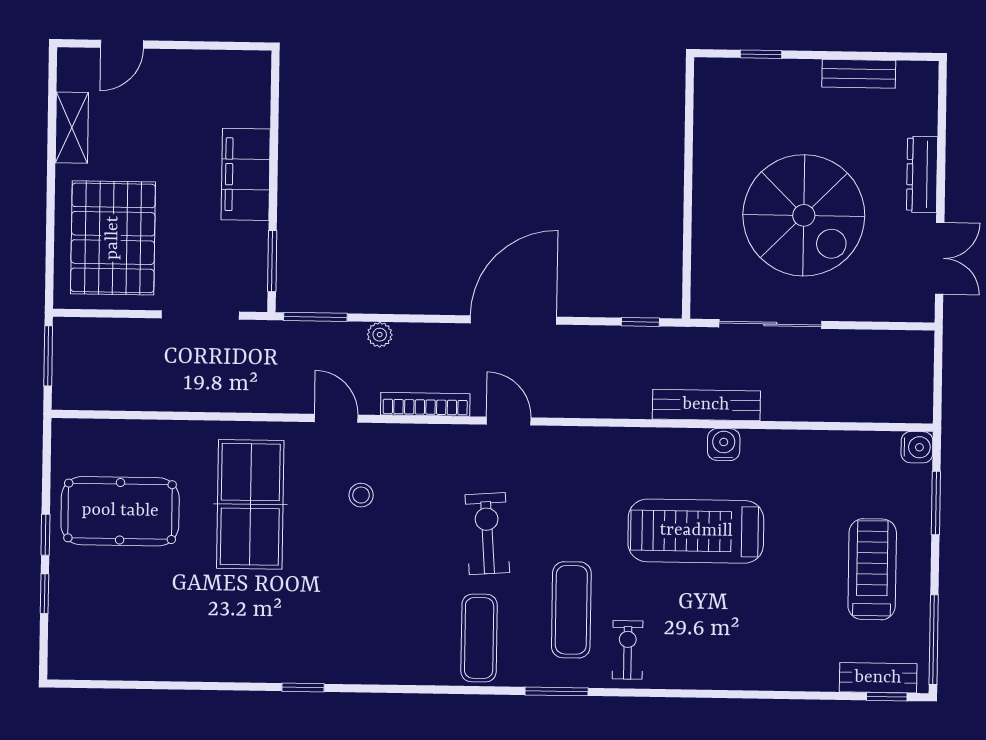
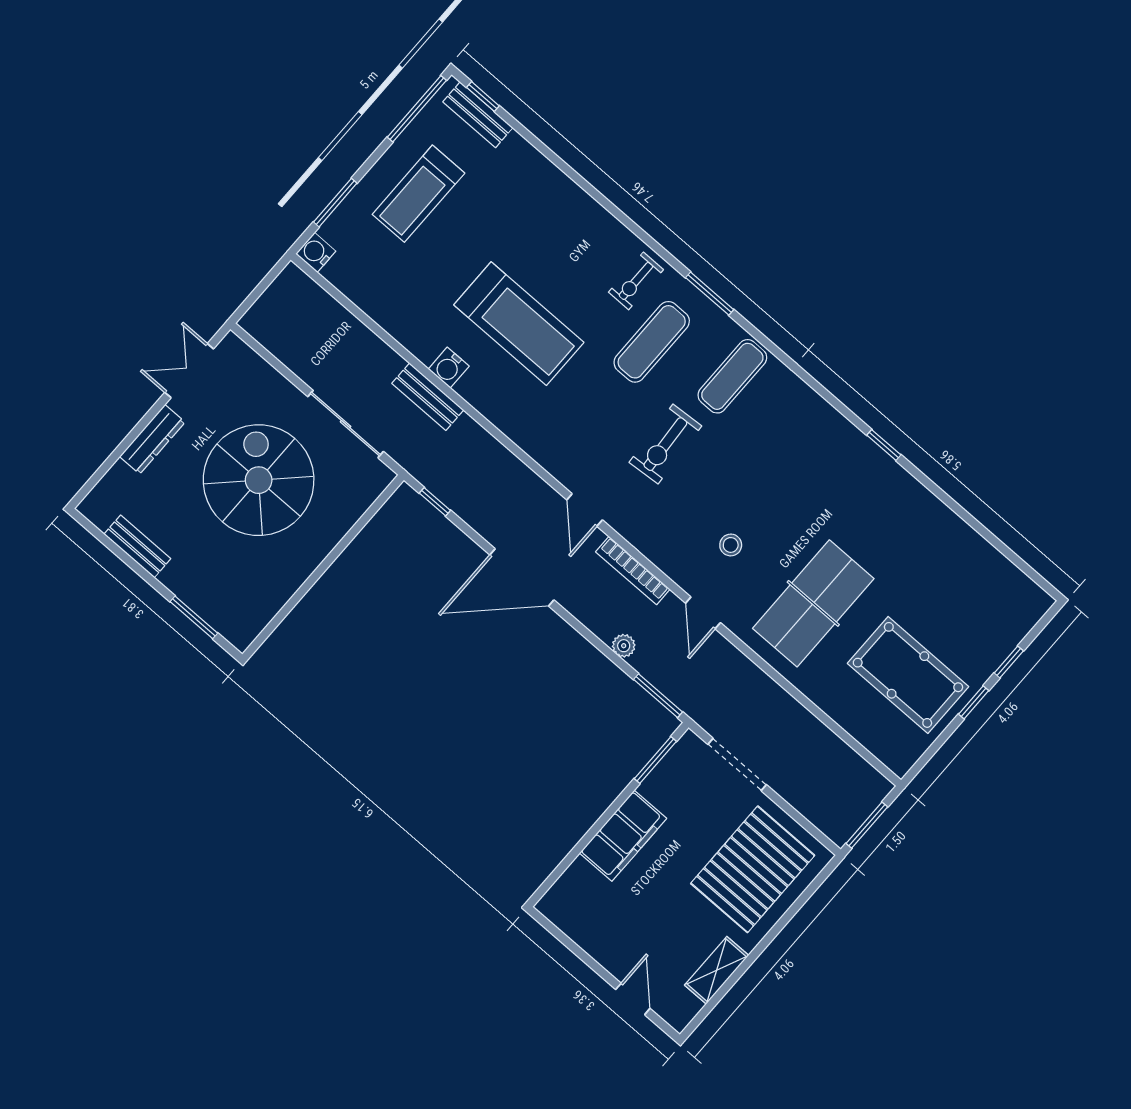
door: (122, 44) -> (633, 999), hinge flipped
window: (761, 54) -> (194, 617), width x1.50
bench: (706, 405) -> (428, 397), width x0.73

